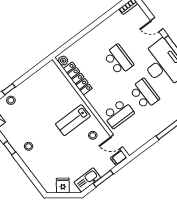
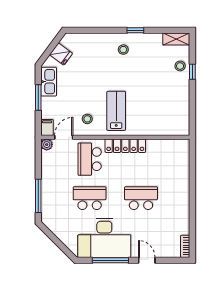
door: (157, 25) -> (147, 260), hinge flipped
school desk: (118, 60) -> (141, 198), turned 180
plant: (63, 61) -> (47, 145), moved
locker: (78, 79) -> (125, 146), moved
school desk: (144, 94) -> (90, 198), turned 180

